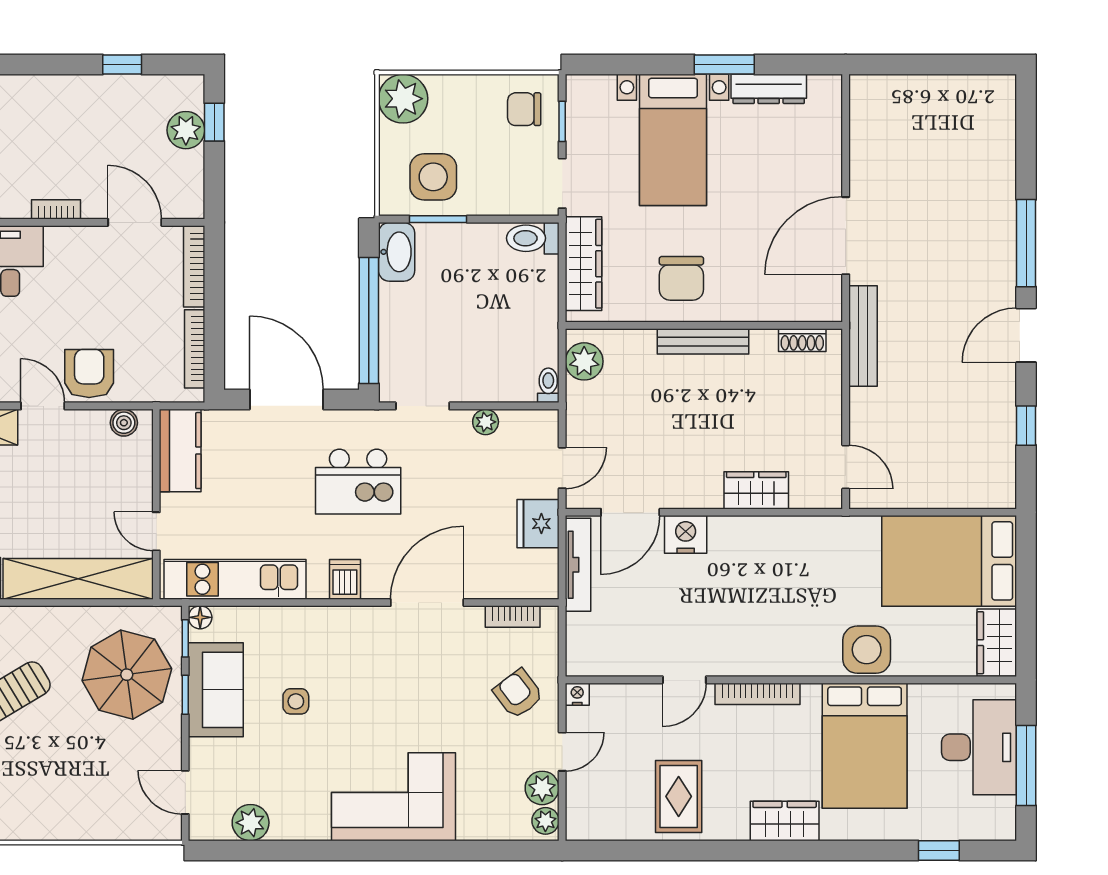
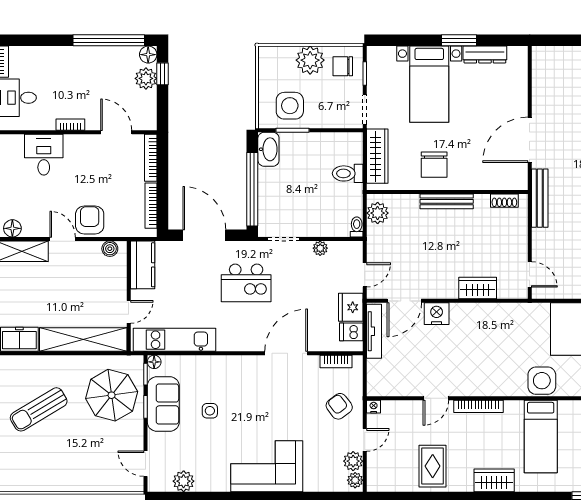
window: (122, 64) -> (109, 40), width x3.17
floor lamp: (190, 89) -> (148, 55), added
plant: (403, 99) -> (310, 60), moved
toilet: (533, 238) -> (348, 173), moved
door: (156, 531) -> (129, 312), swing flipped
dishwasher: (345, 579) -> (351, 332), moved, turned -90
bed: (865, 746) -> (541, 437), width x0.67

